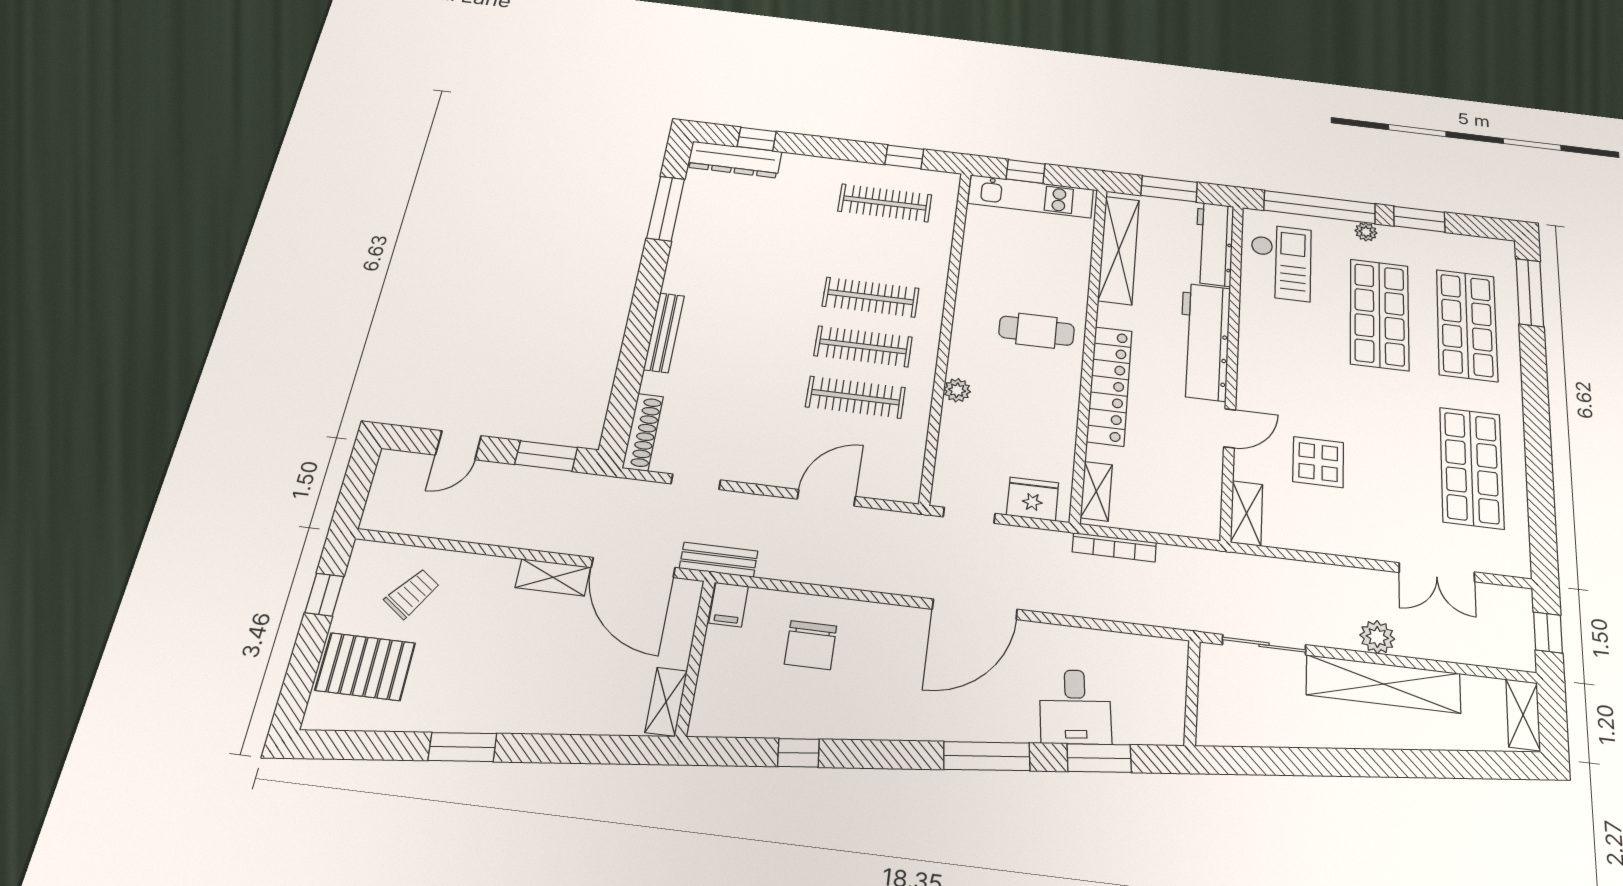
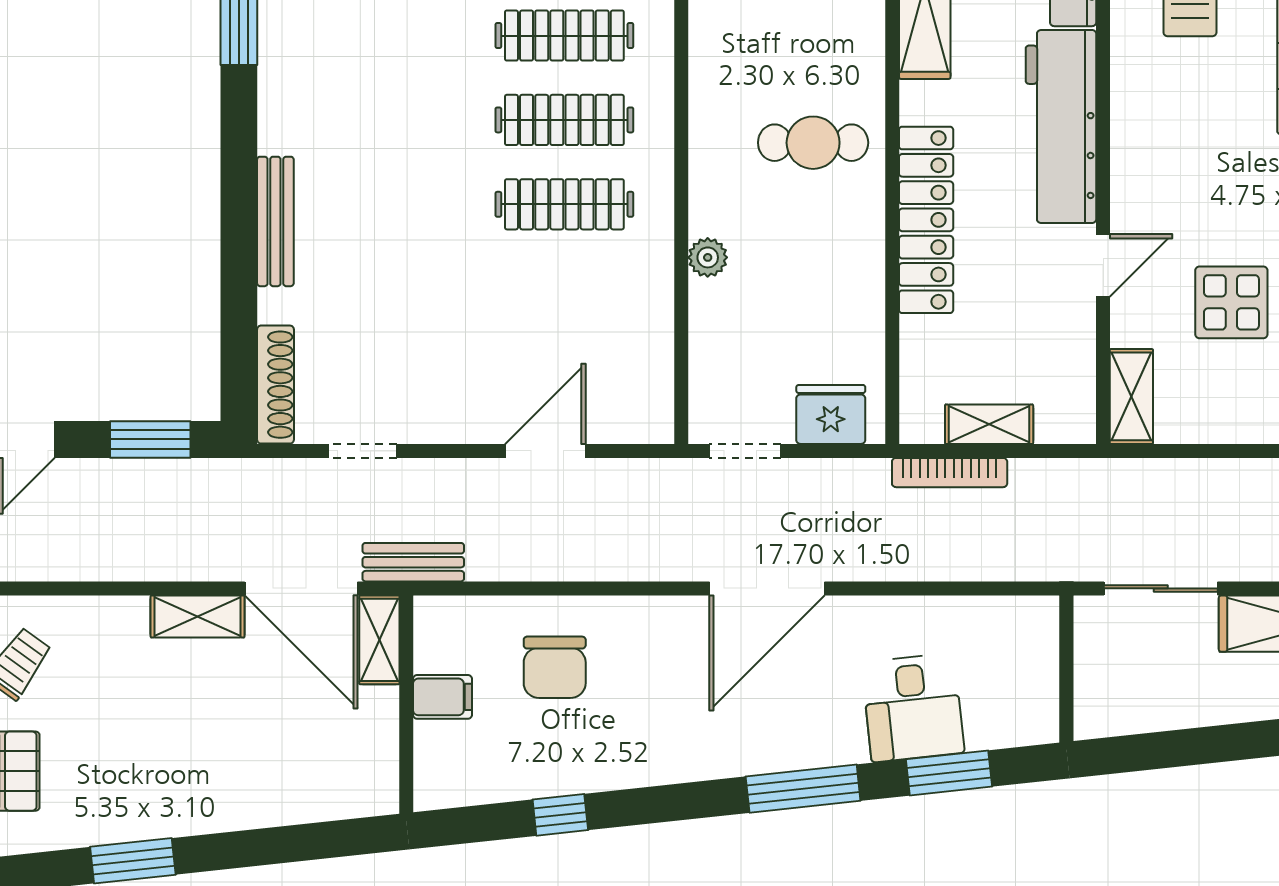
clothes rail: (855, 397) -> (564, 36), moved
shelving: (1096, 491) -> (989, 424), moved, turned 90
filing cabinet: (729, 605) -> (443, 697), moved, turned -90
shelving: (666, 702) -> (379, 640), moved

